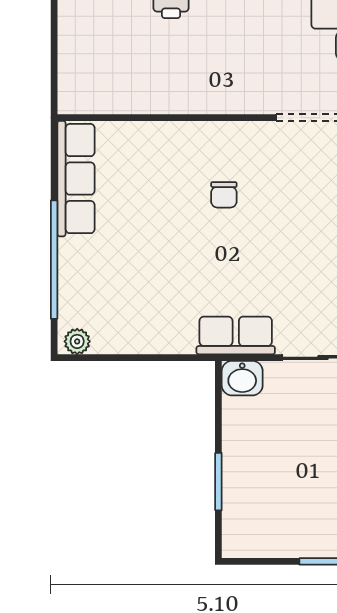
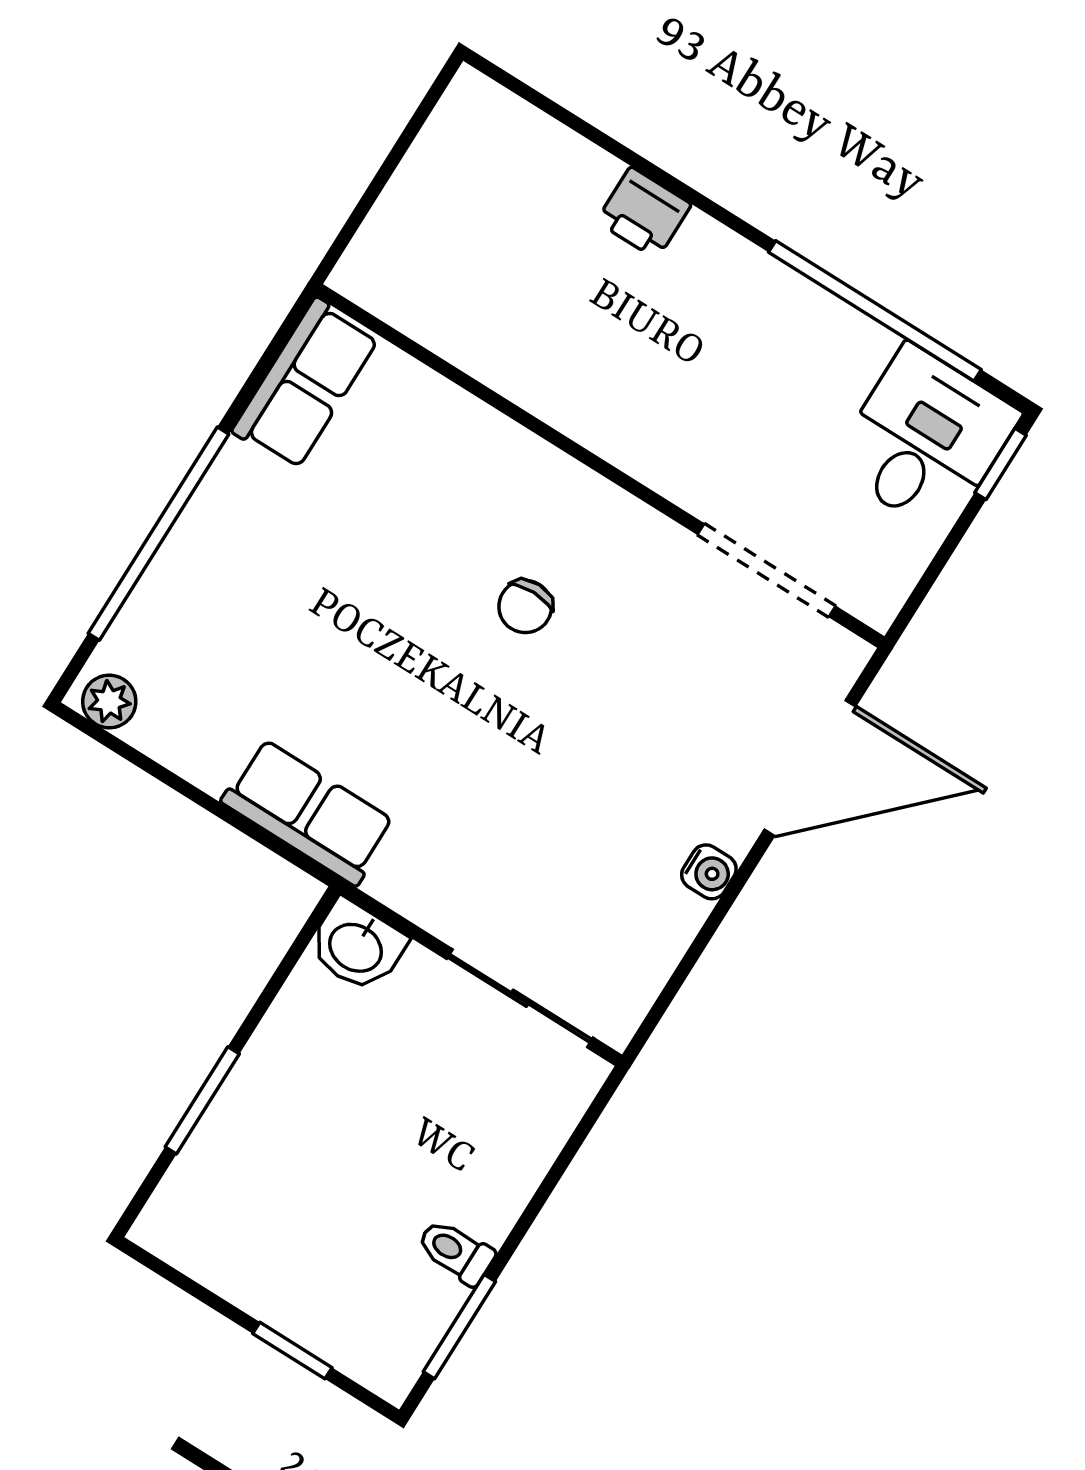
row of seats: (76, 179) -> (306, 384), width x0.68
row of seats: (236, 335) -> (308, 812), moved

